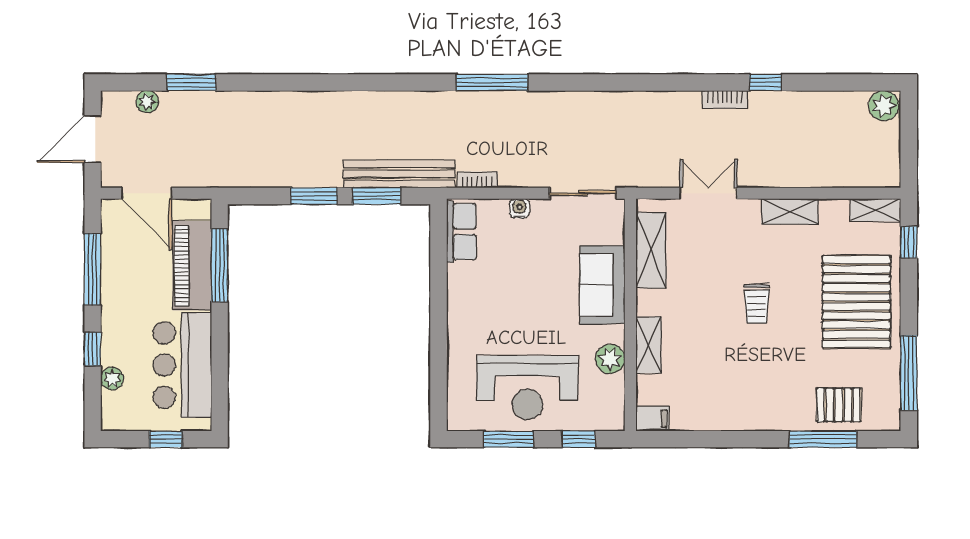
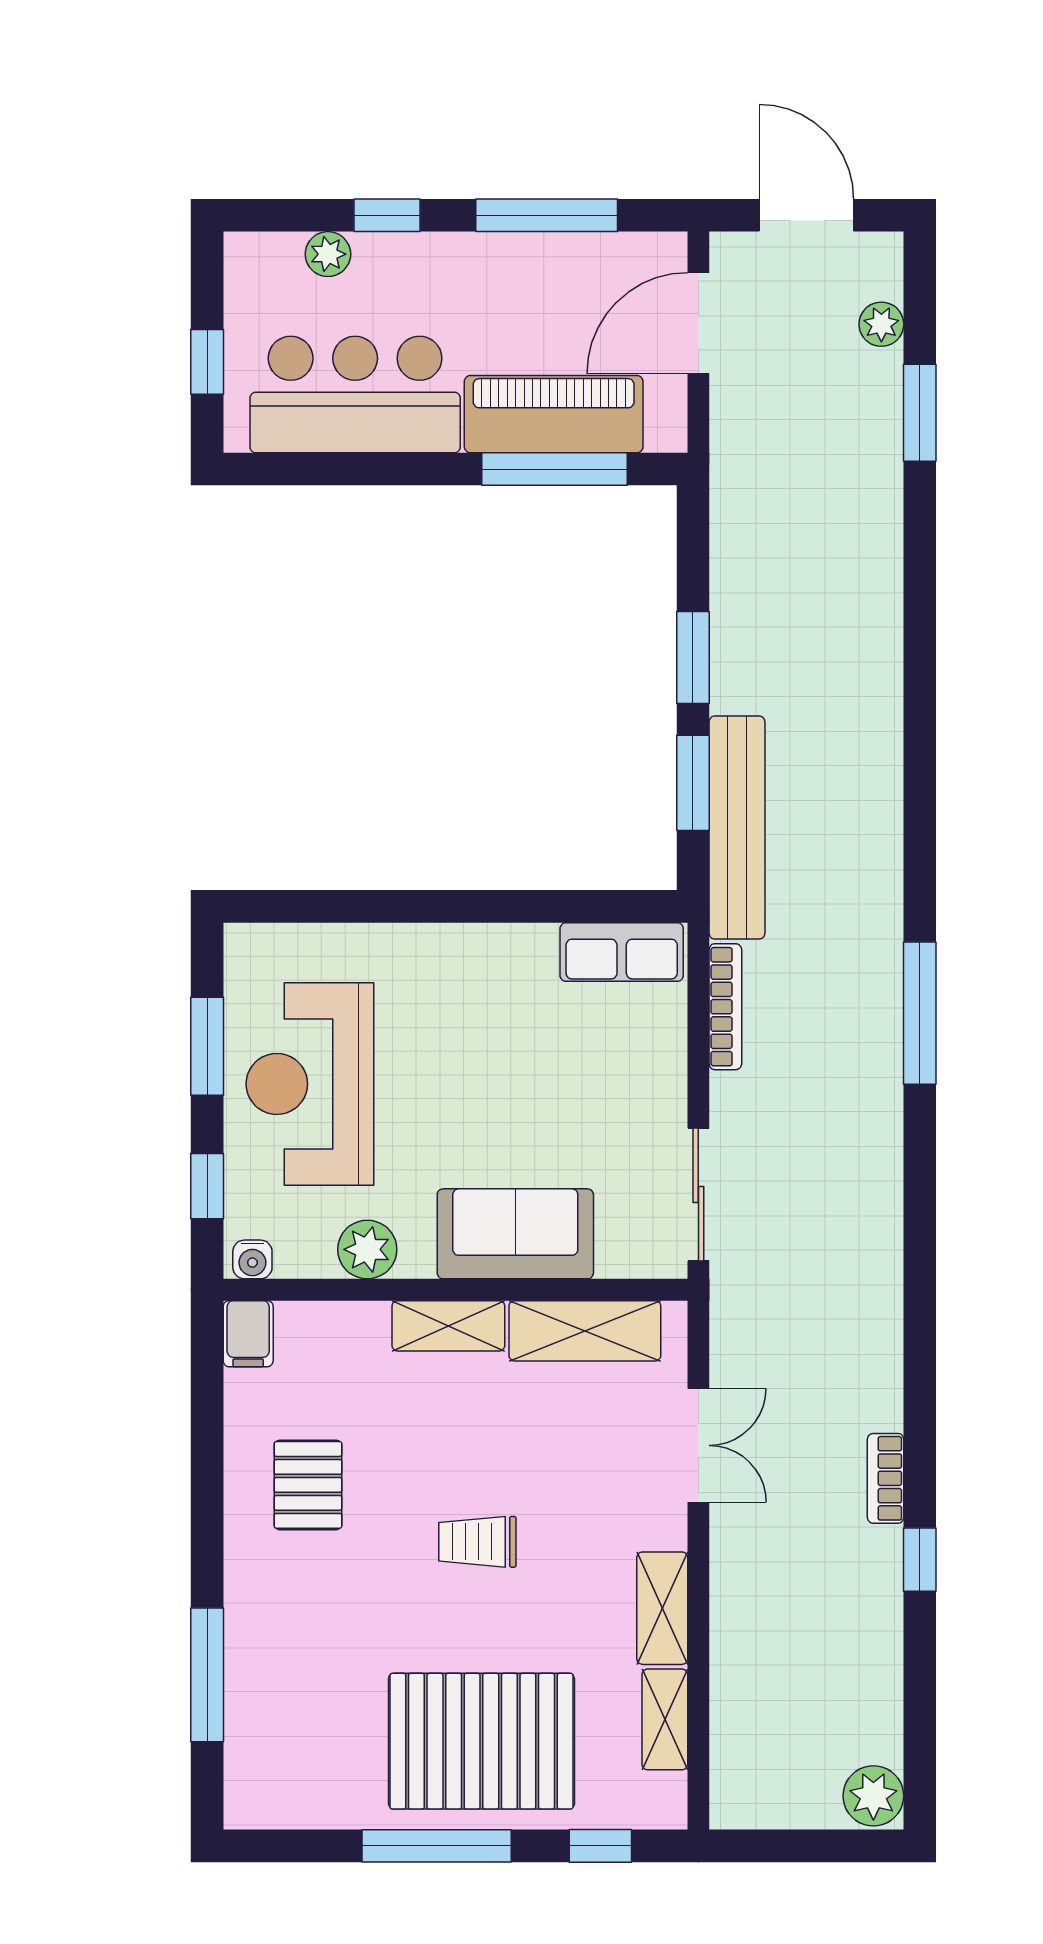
bookcase: (477, 180) -> (725, 1007), width x1.56
water cooler: (519, 208) -> (252, 1259), moved, turned 90
shelving: (875, 210) -> (665, 1719), moved
shelving: (648, 345) -> (448, 1326), moved
window: (909, 373) -> (437, 1846), moved
pallet: (839, 405) -> (308, 1485), moved

